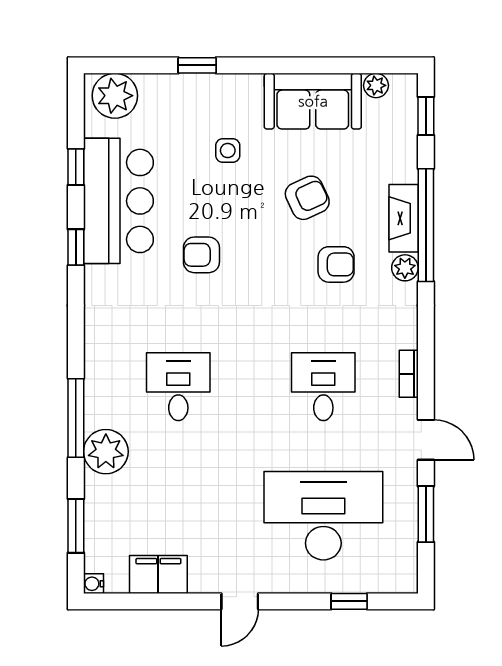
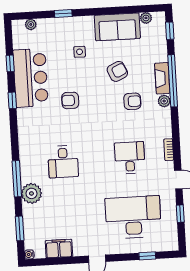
plant: (115, 96) -> (31, 24), width x0.53, depth x0.53
desk: (178, 387) -> (63, 162), turned 180
window: (426, 514) -> (180, 214), width x0.67

